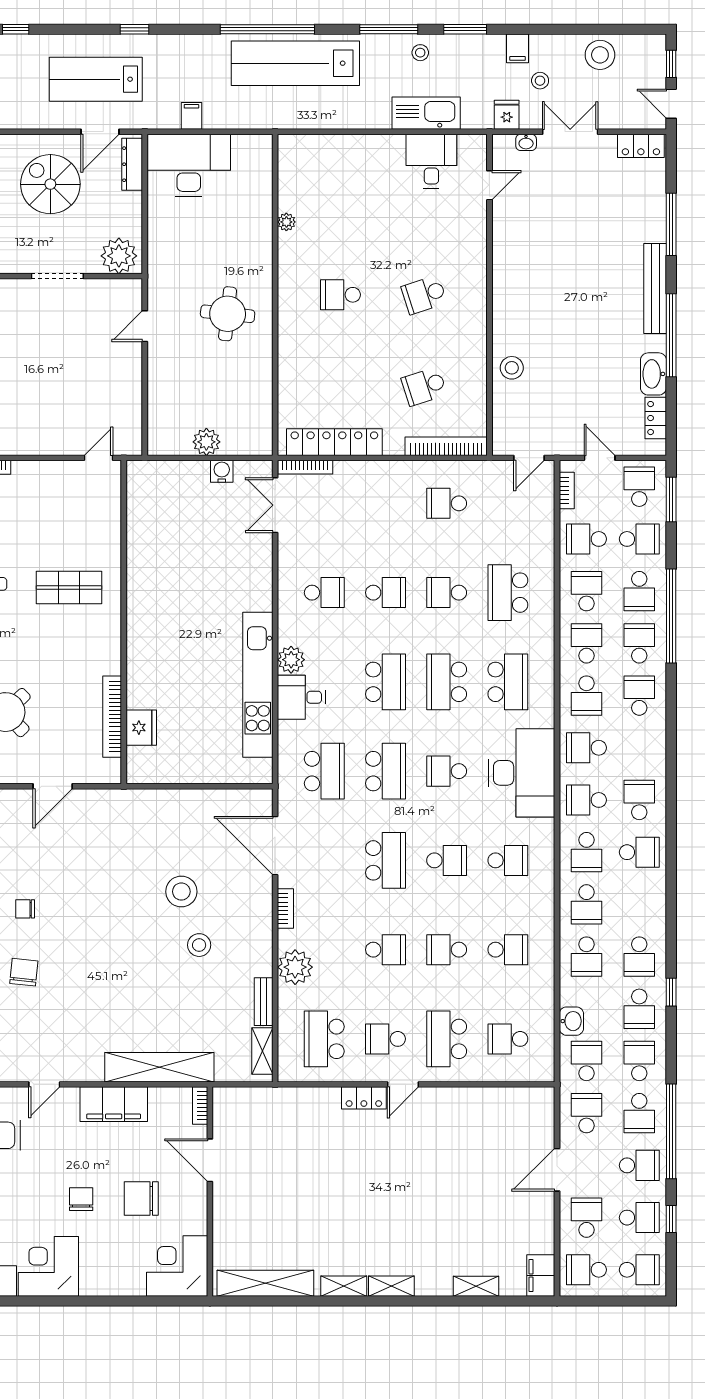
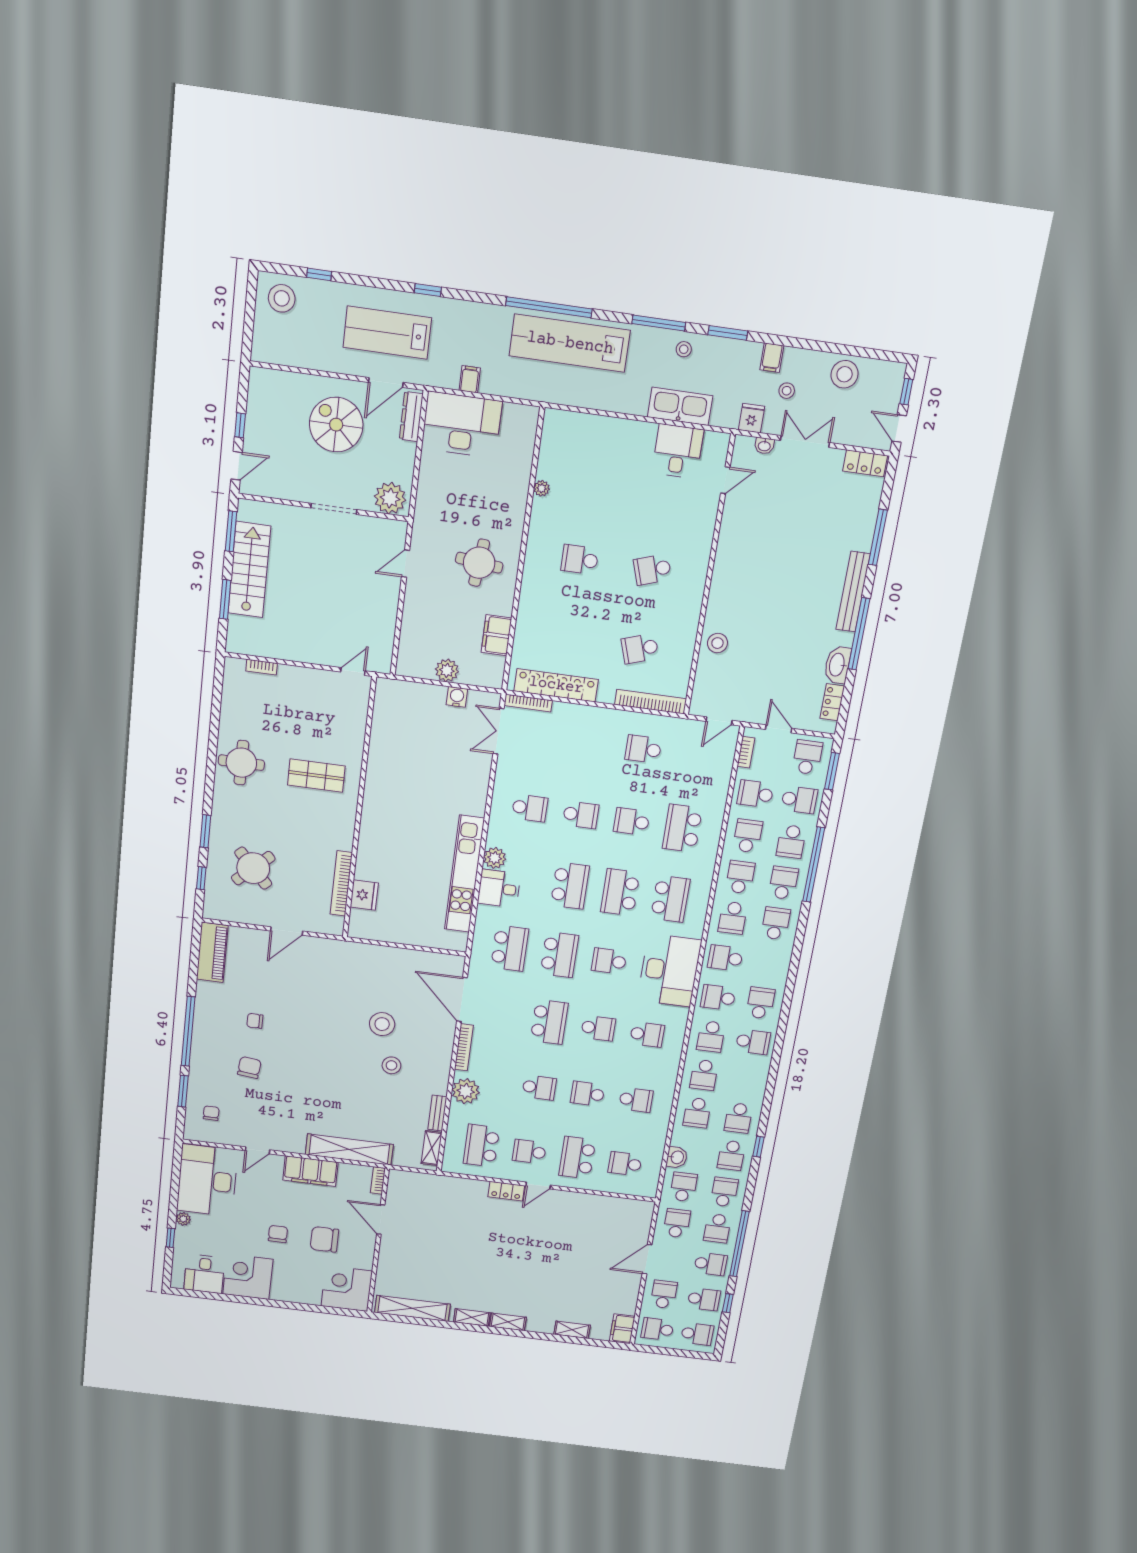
filing cabinet: (258, 393) -> (496, 635), added
bookcase: (285, 908) -> (464, 1047), width x1.56

